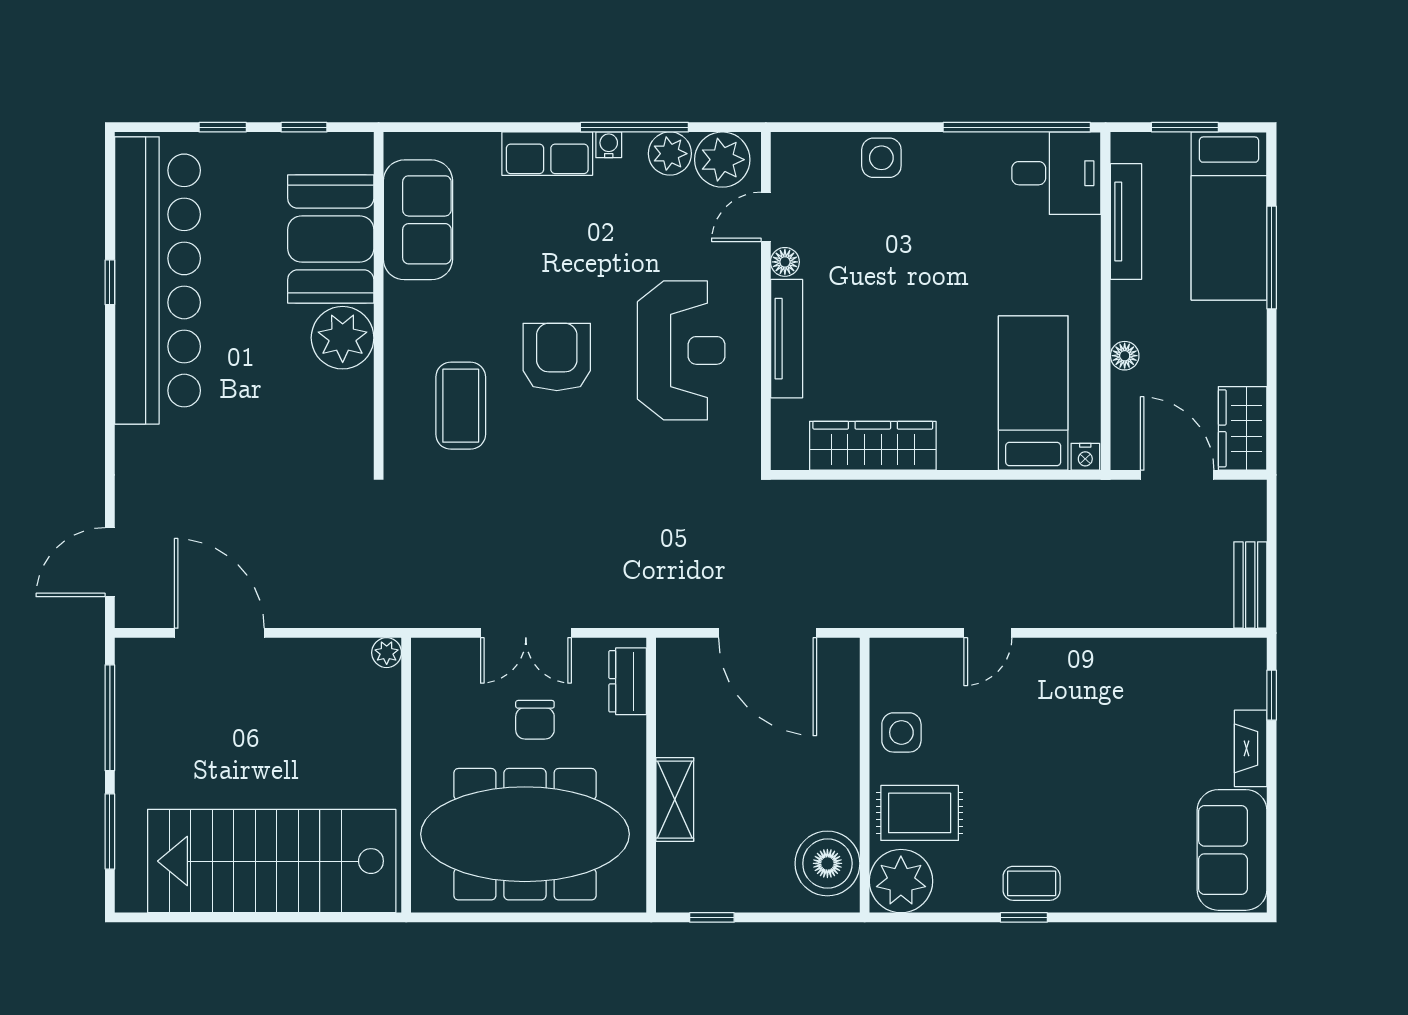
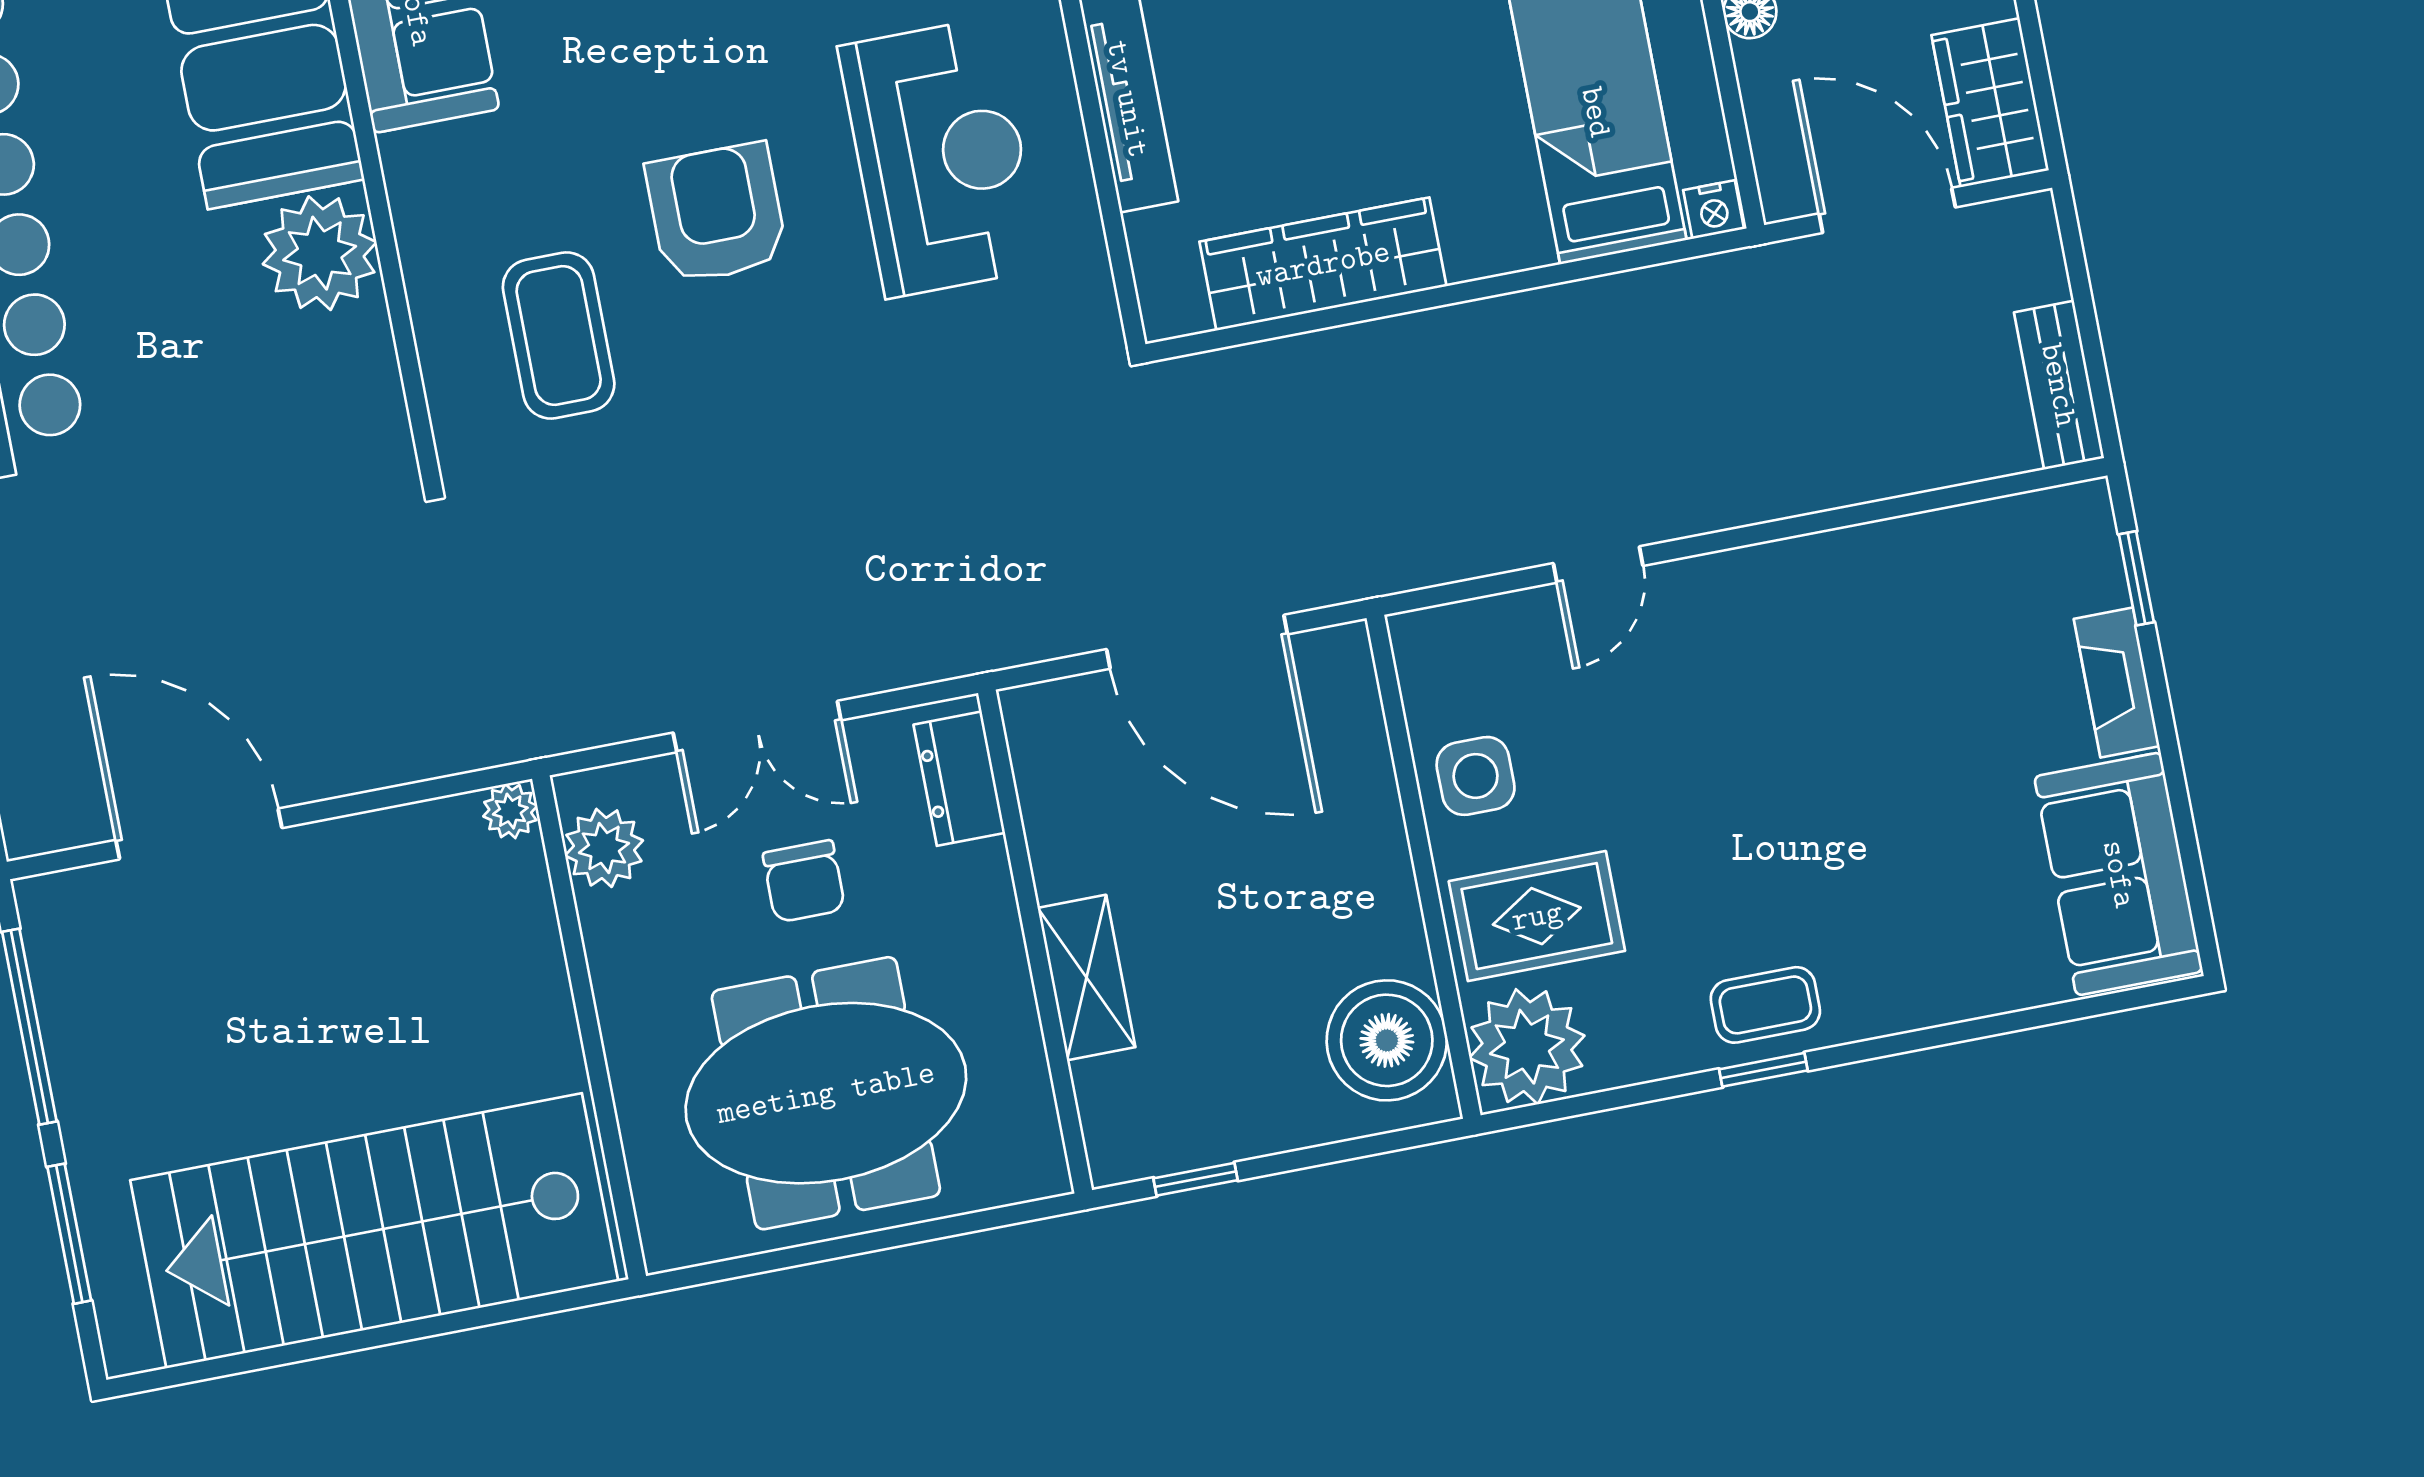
plant: (432, 682) -> (604, 848), added
meeting table: (525, 834) -> (826, 1093), width x0.73

